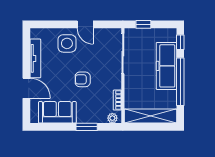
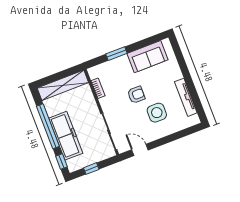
door: (85, 24) -> (140, 150), moved
window: (143, 24) -> (91, 169), moved
side table: (67, 43) -> (157, 113), moved
door: (26, 88) -> (184, 68), removed
plant: (112, 118) -> (96, 70), removed

